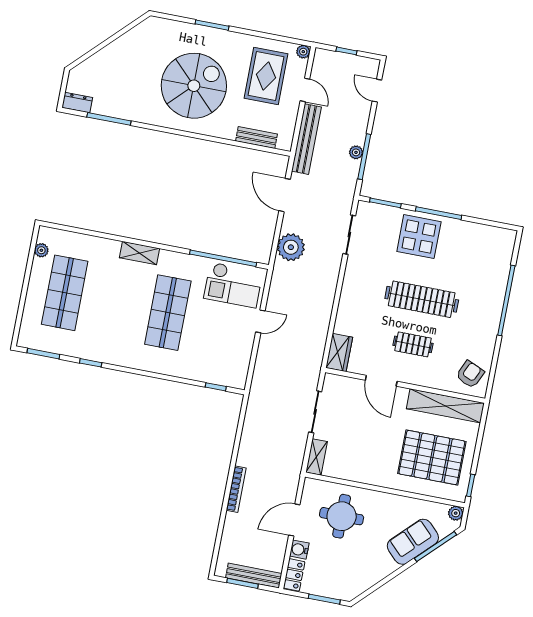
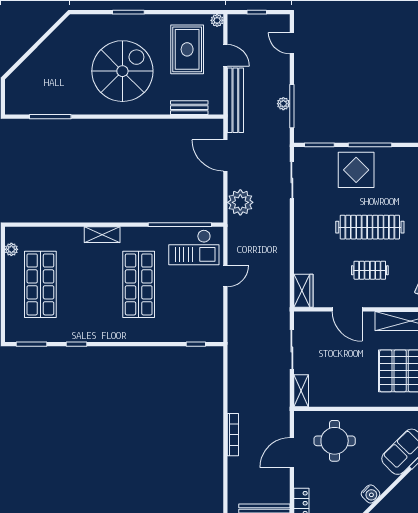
dresser: (77, 103) -> (18, 107), removed
water cooler: (299, 550) -> (371, 494), moved, turned -135

